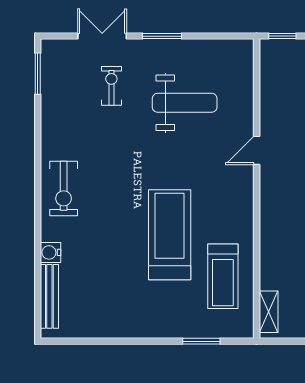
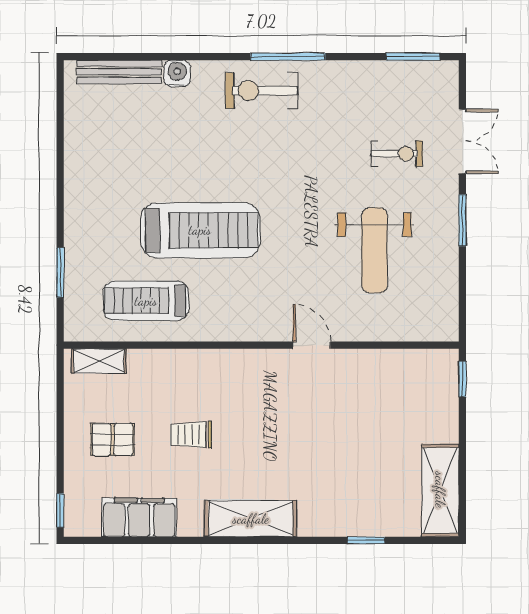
window: (38, 168) -> (288, 57), added

